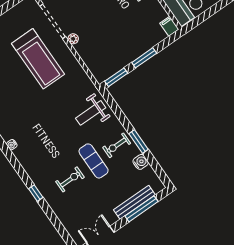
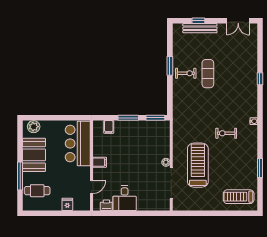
filing cabinet: (169, 26) -> (109, 127), moved
weight bench: (91, 113) -> (188, 106), removed
water cooler: (141, 162) -> (178, 52), removed
exercise bike: (70, 179) -> (226, 133), moved
window: (141, 209) -> (198, 21), width x0.46

